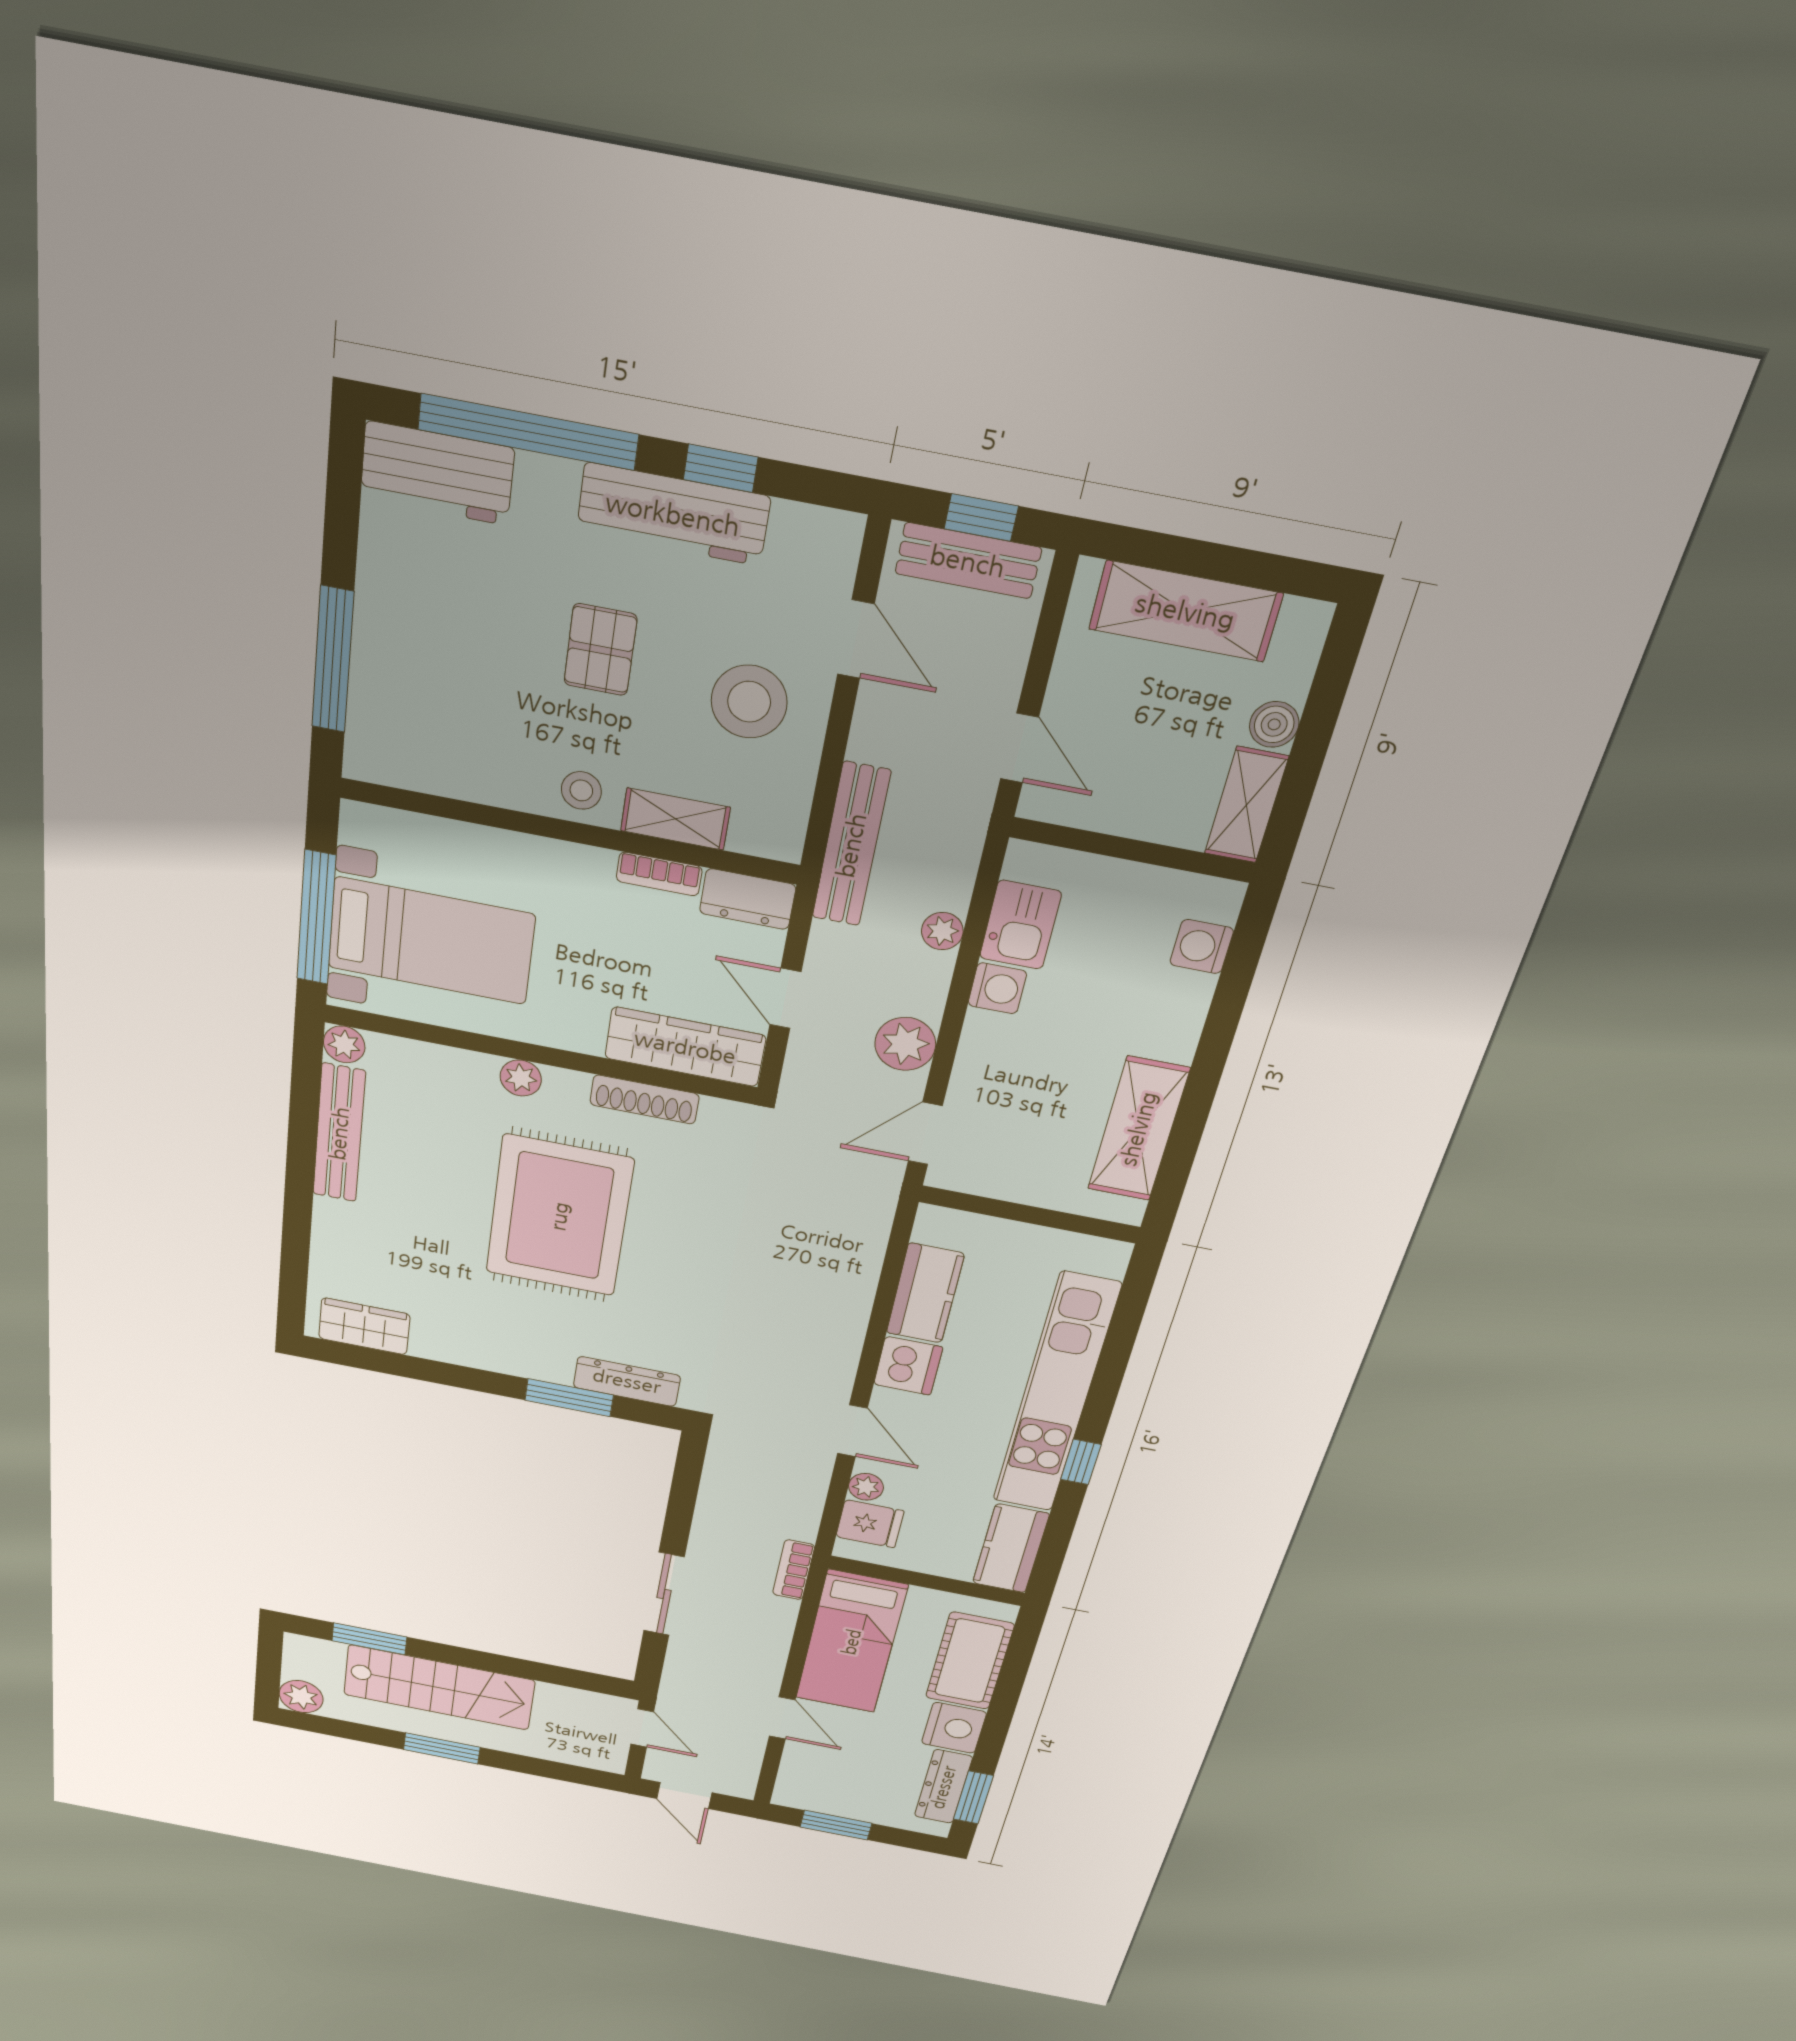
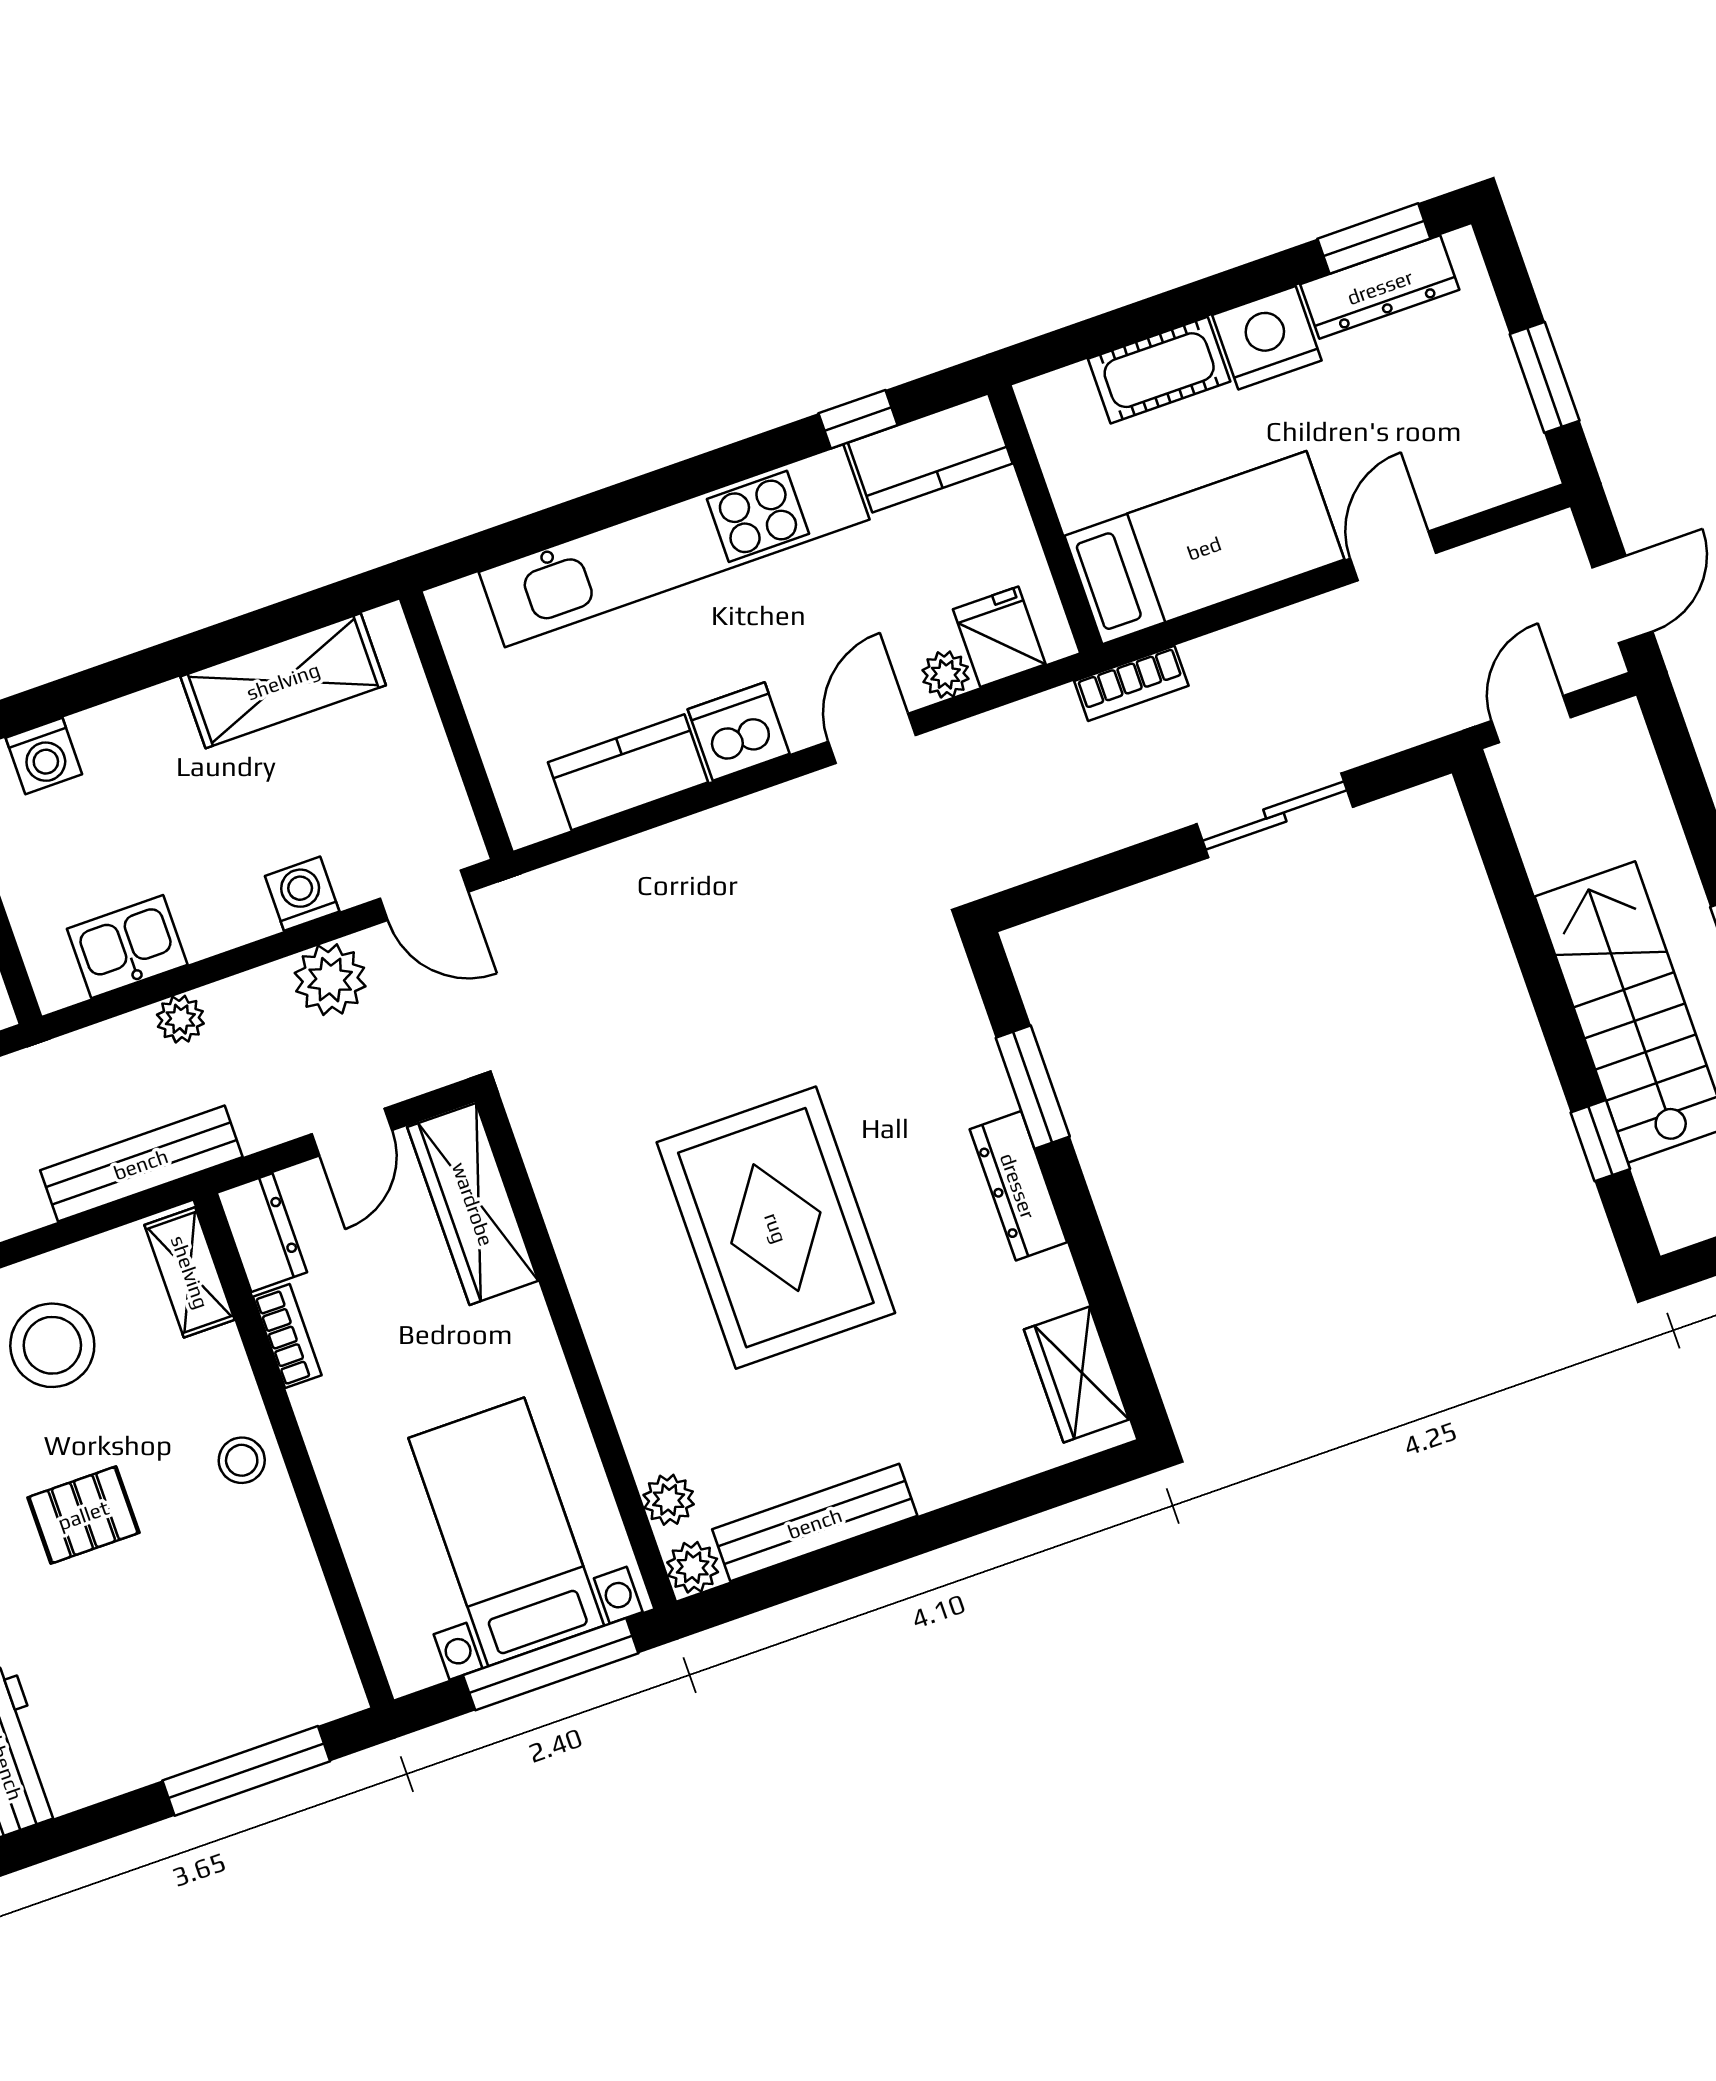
shelving: (675, 819) -> (190, 1272), moved
washing machine: (997, 988) -> (302, 894), moved
plant: (521, 1078) -> (669, 1500), moved
shoe rack: (644, 1099) -> (565, 1213), removed
rug: (559, 1216) -> (776, 1228), turned 90
dresser: (627, 1381) -> (1018, 1186), moved
window: (1081, 1462) -> (858, 419), moved
window: (369, 1639) -> (1600, 1141), width x0.67
cot: (970, 1661) -> (1159, 370), width x0.73, depth x0.75

